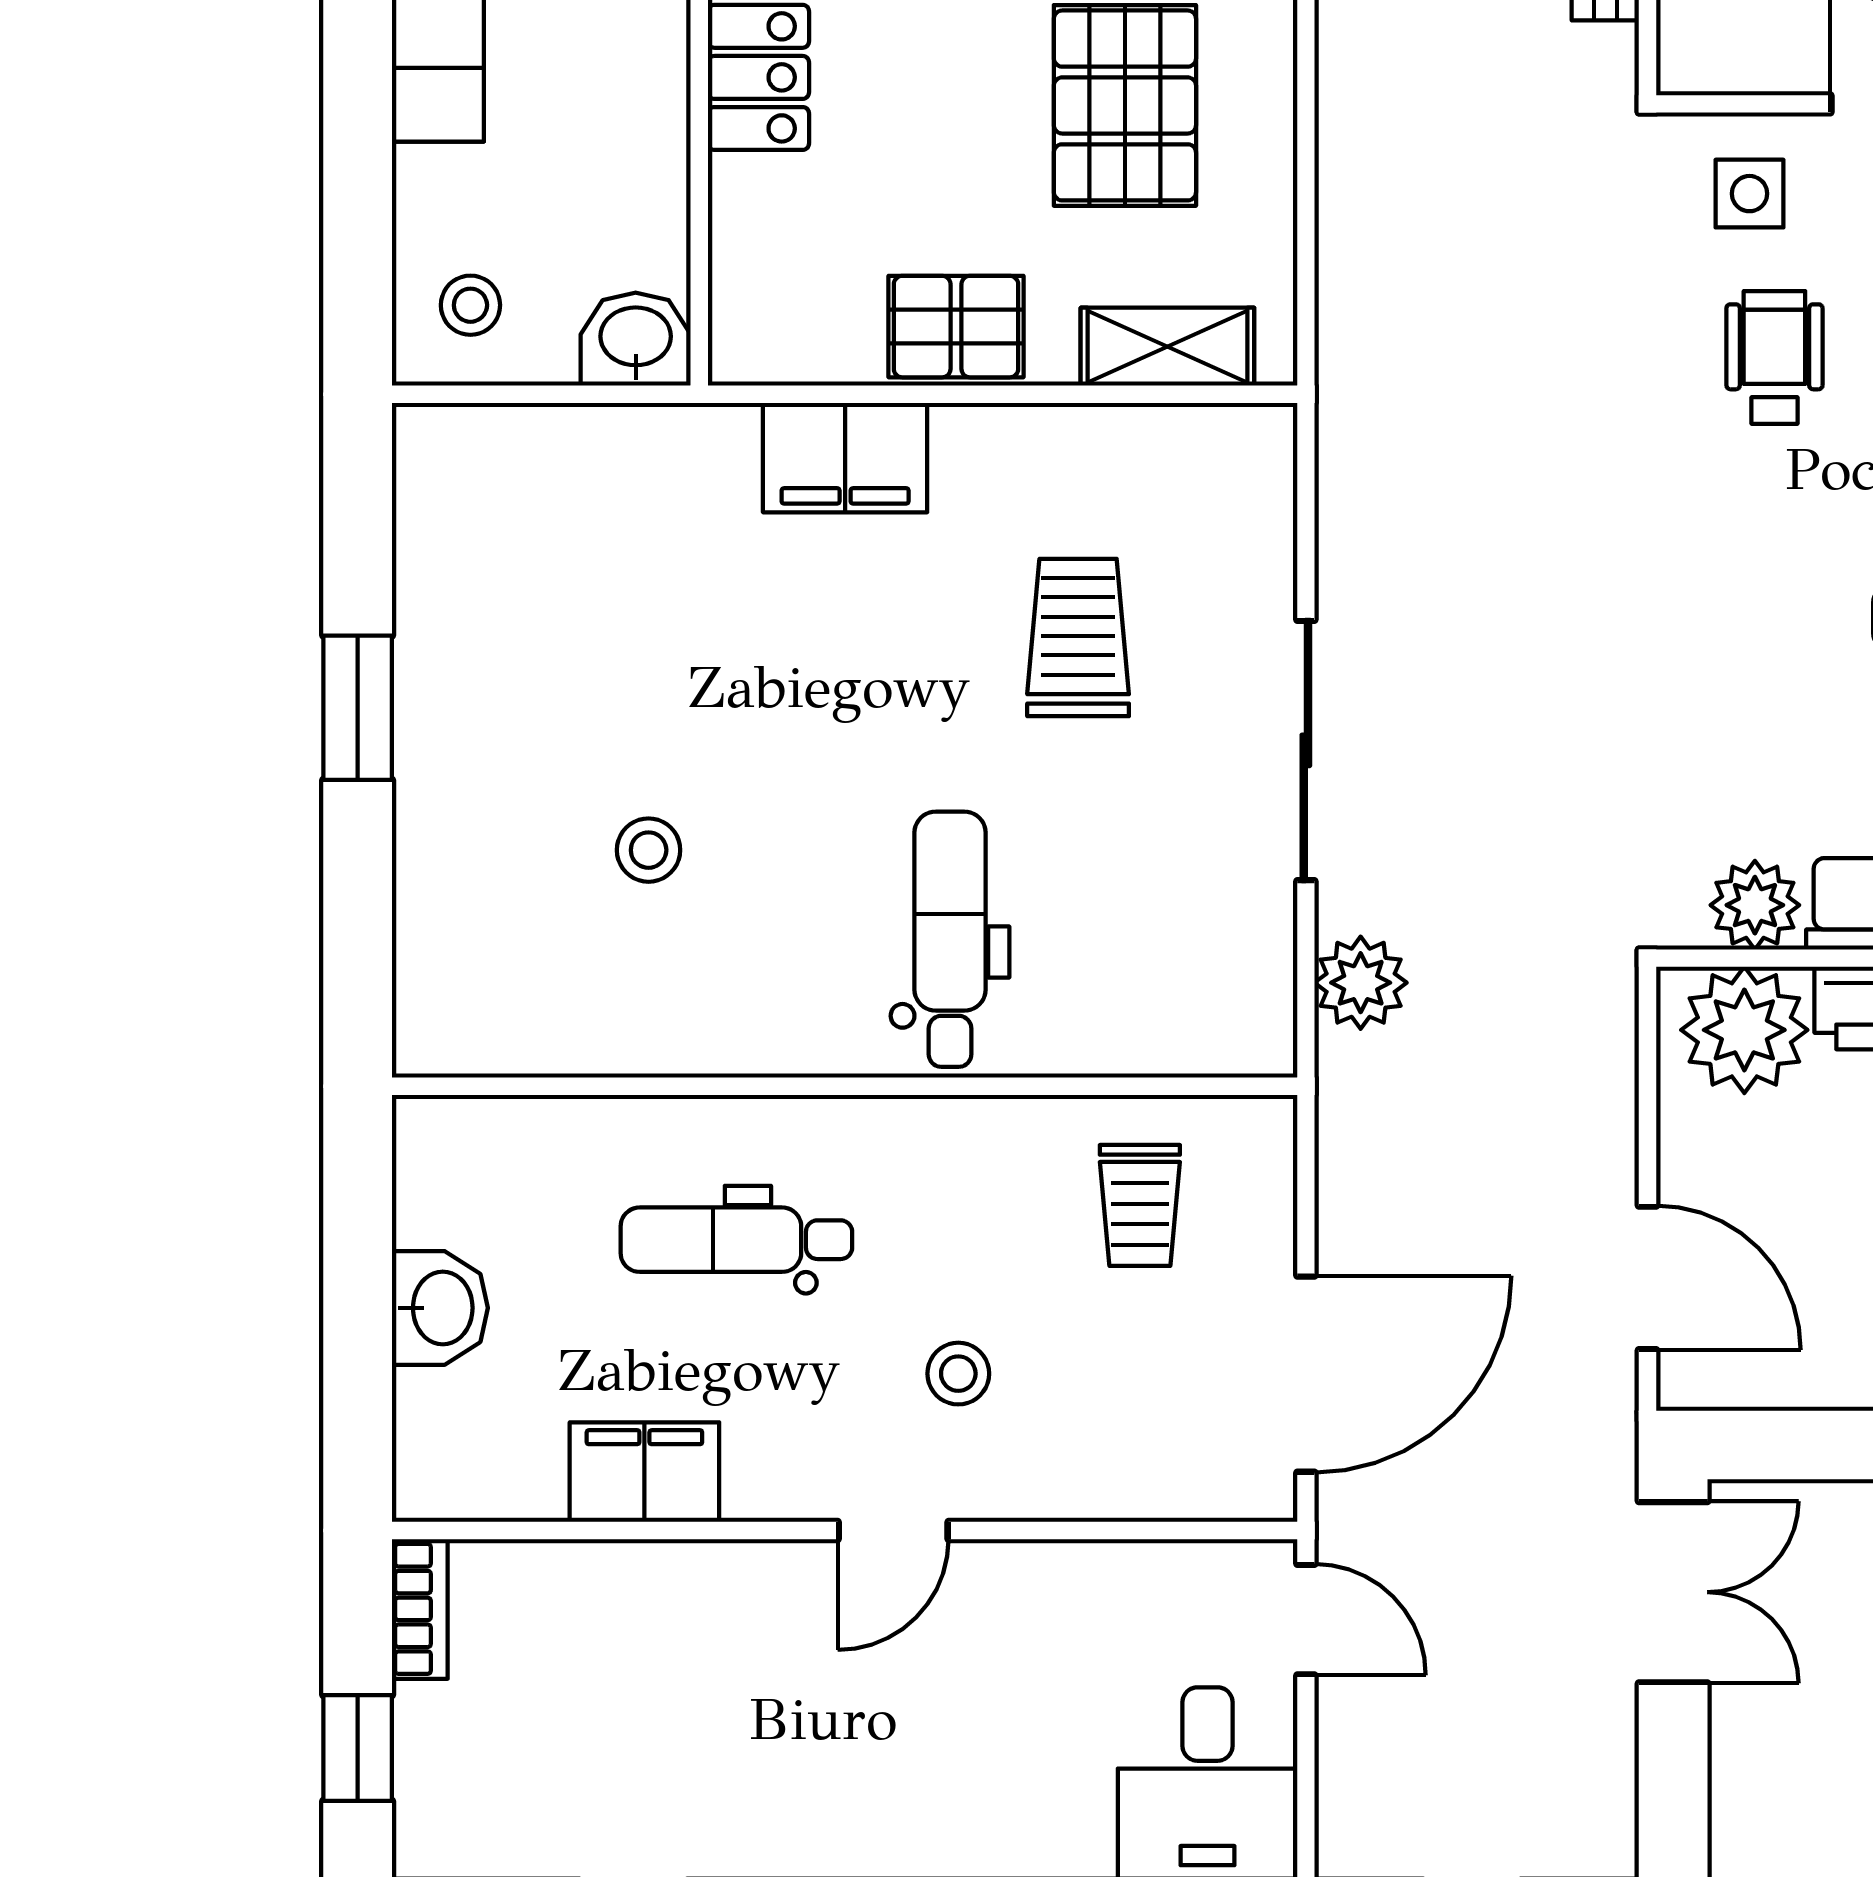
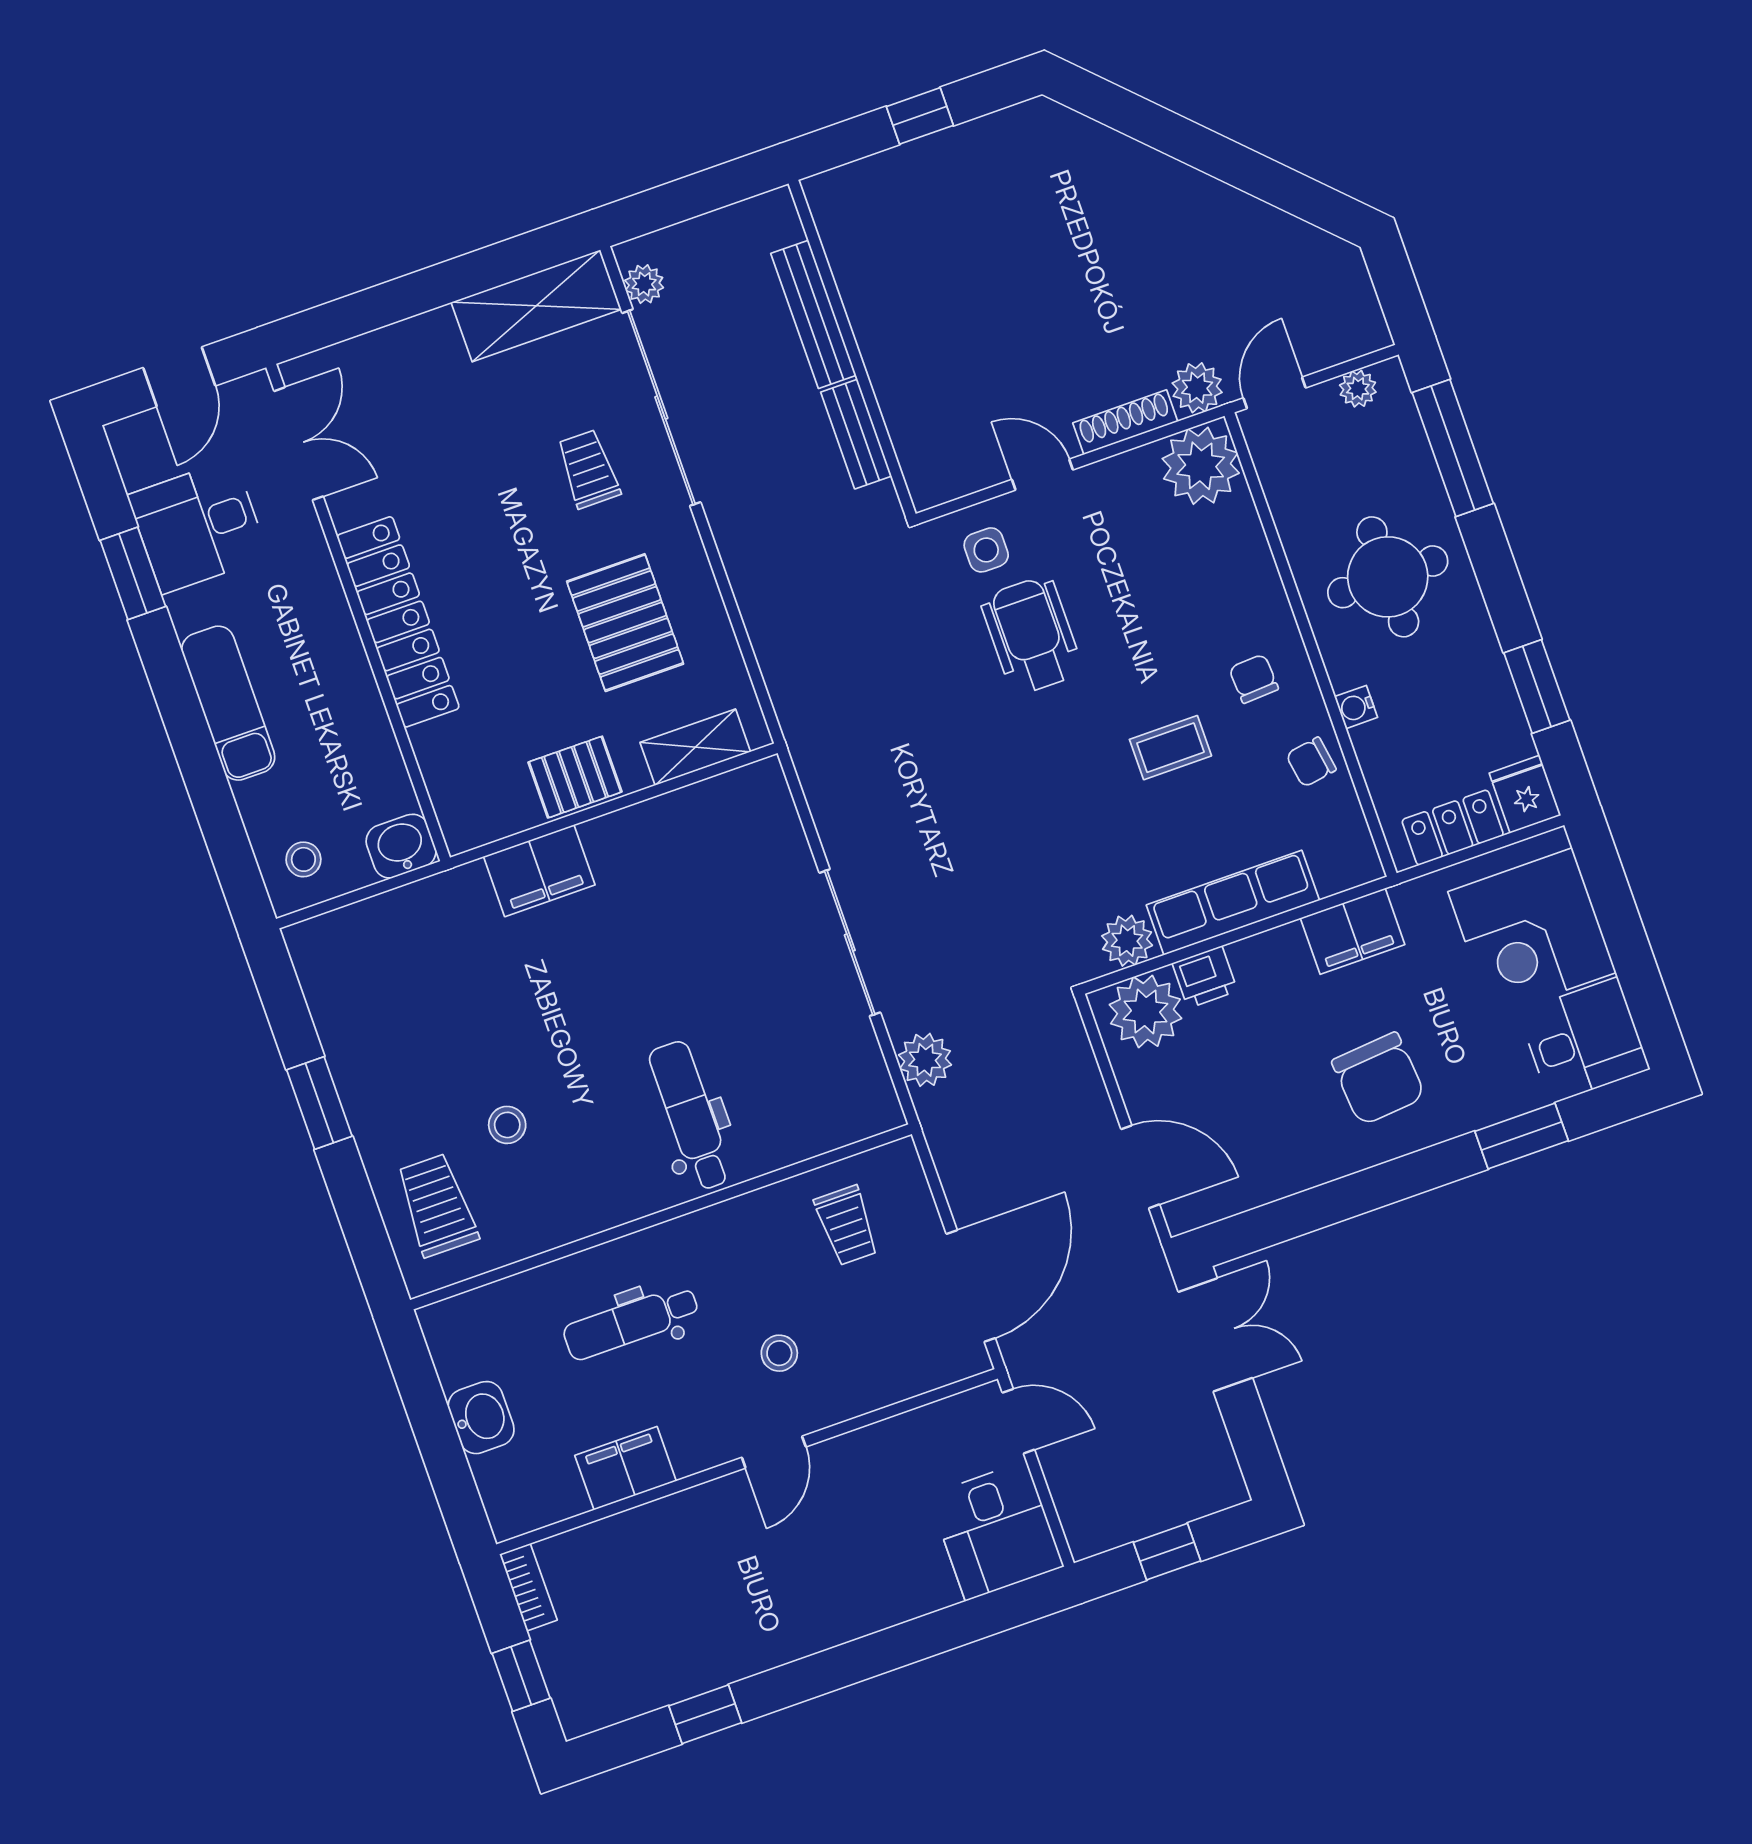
wheelchair: (1774, 357) -> (1032, 635), width x1.36, depth x1.37
trolley: (1078, 637) -> (437, 1205), moved

